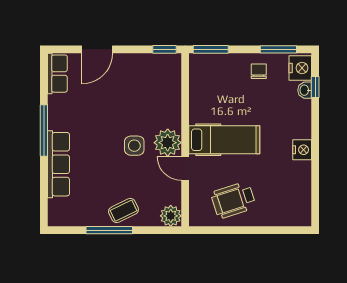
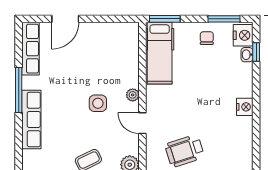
window: (165, 49) -> (124, 19), removed
row of seats: (57, 74) -> (30, 49), width x1.48
hospital bed: (224, 140) -> (160, 53), moved, turned 90
plant: (168, 143) -> (133, 95), width x0.53, depth x0.53

